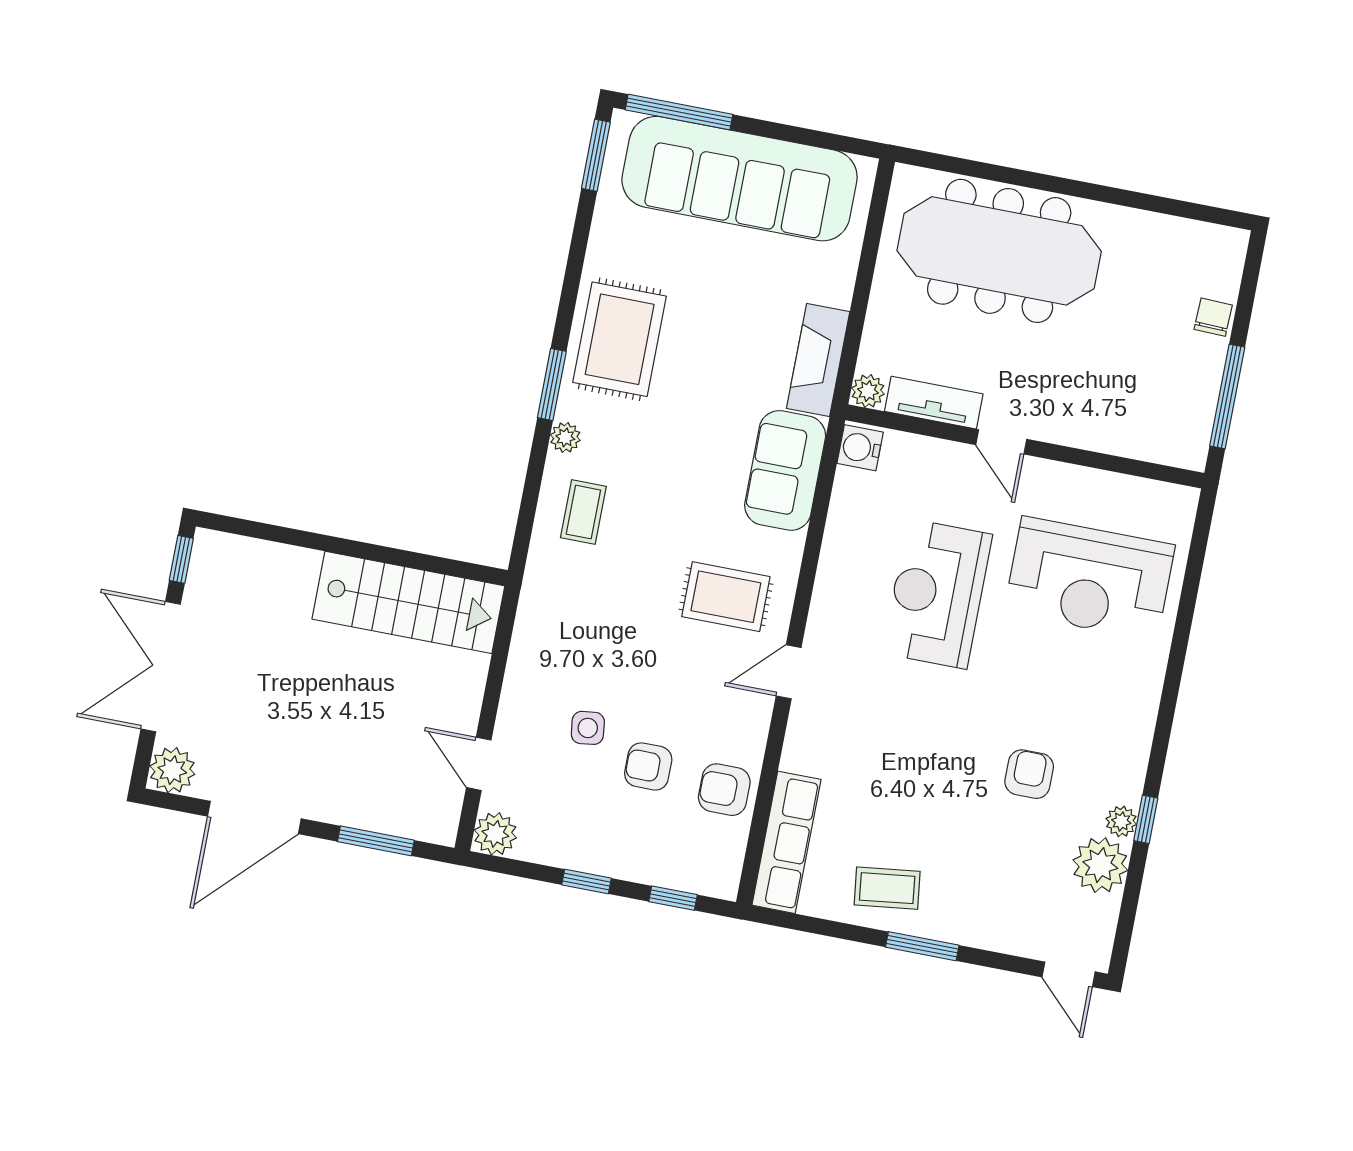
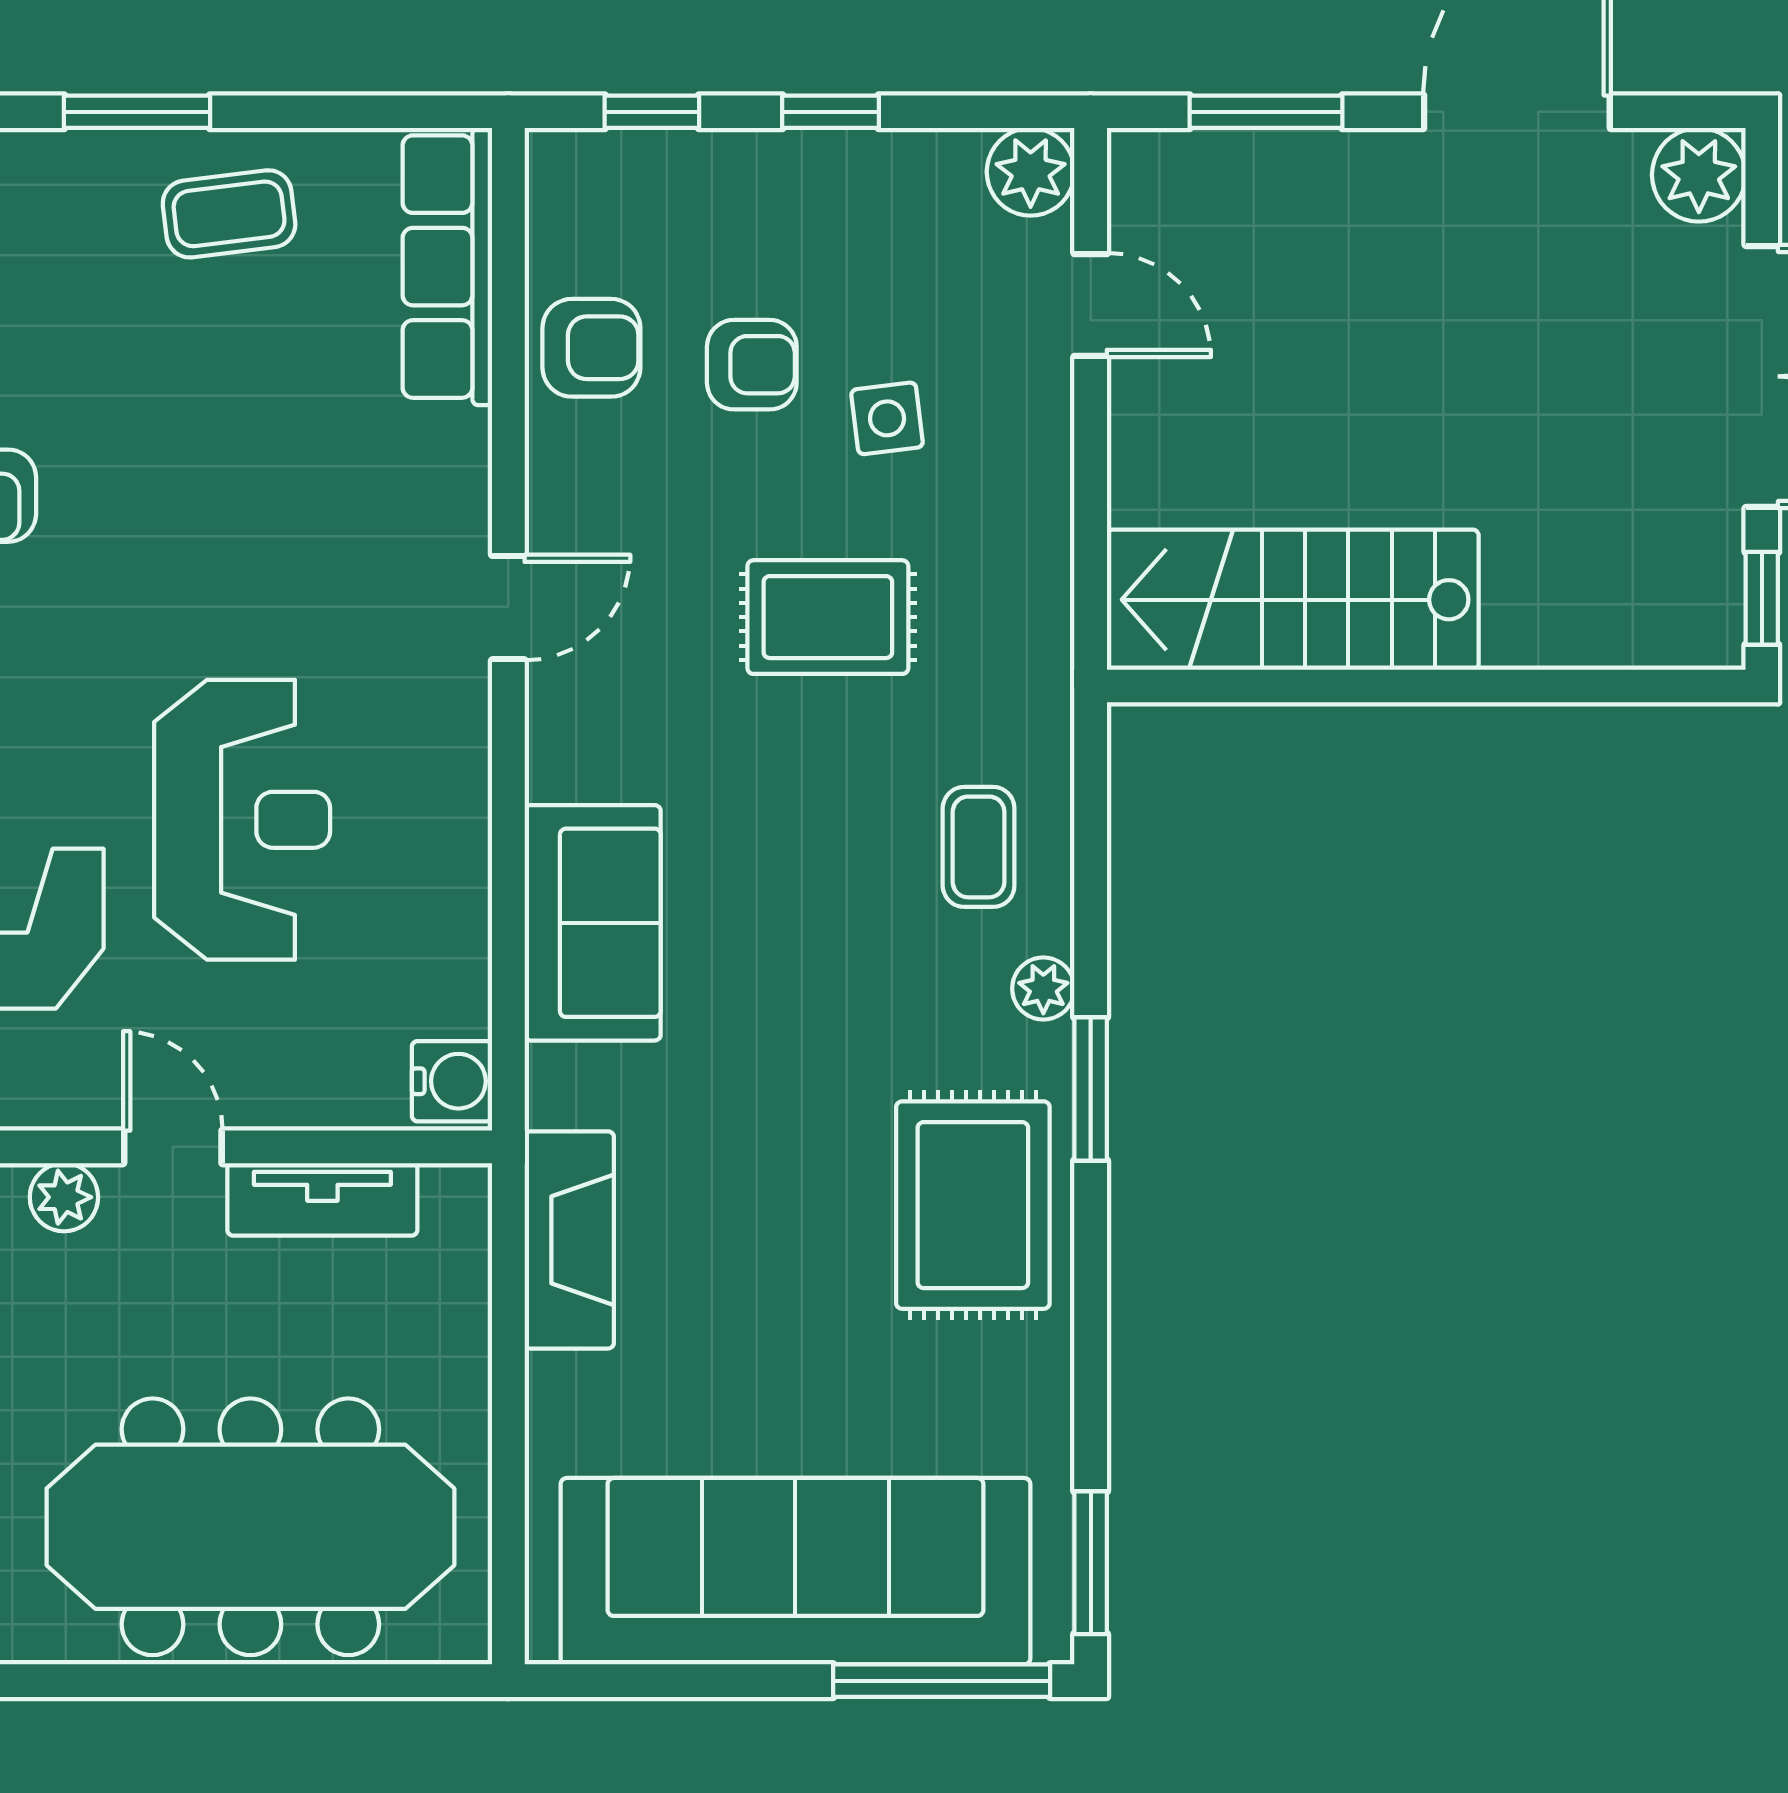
plant: (868, 391) -> (64, 1197), moved
sofa: (785, 470) -> (593, 923), moved
rug: (726, 597) -> (828, 617), moved

